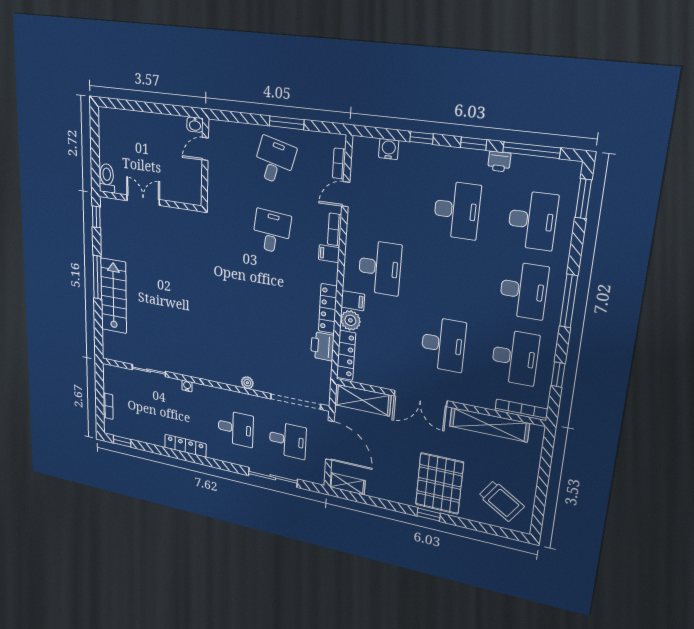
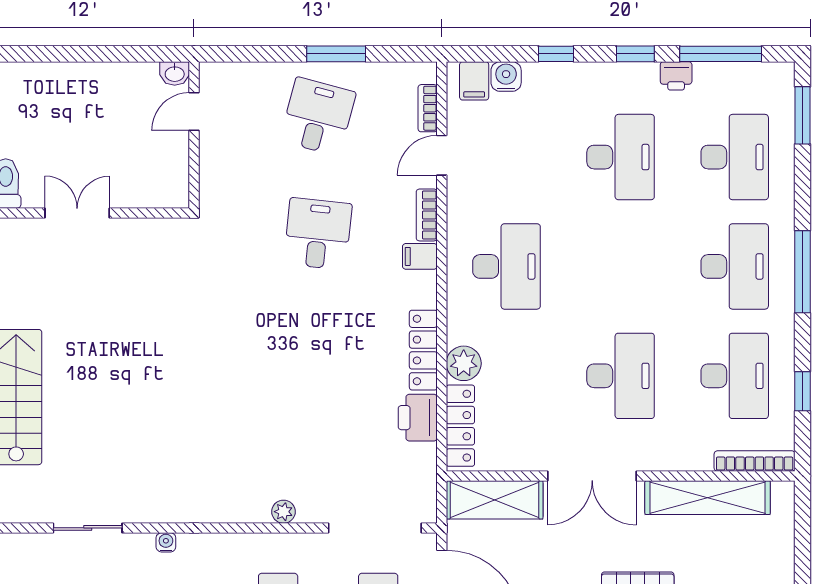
filing cabinet: (353, 301) -> (474, 81), moved, turned 90

